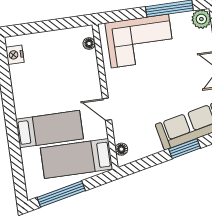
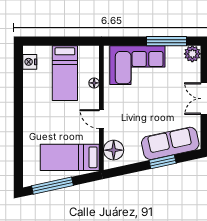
floor lamp: (89, 44) -> (94, 83), moved
bed: (50, 129) -> (65, 73), moved, turned 90
floor lamp: (121, 149) -> (114, 150), width x1.89, depth x1.89

